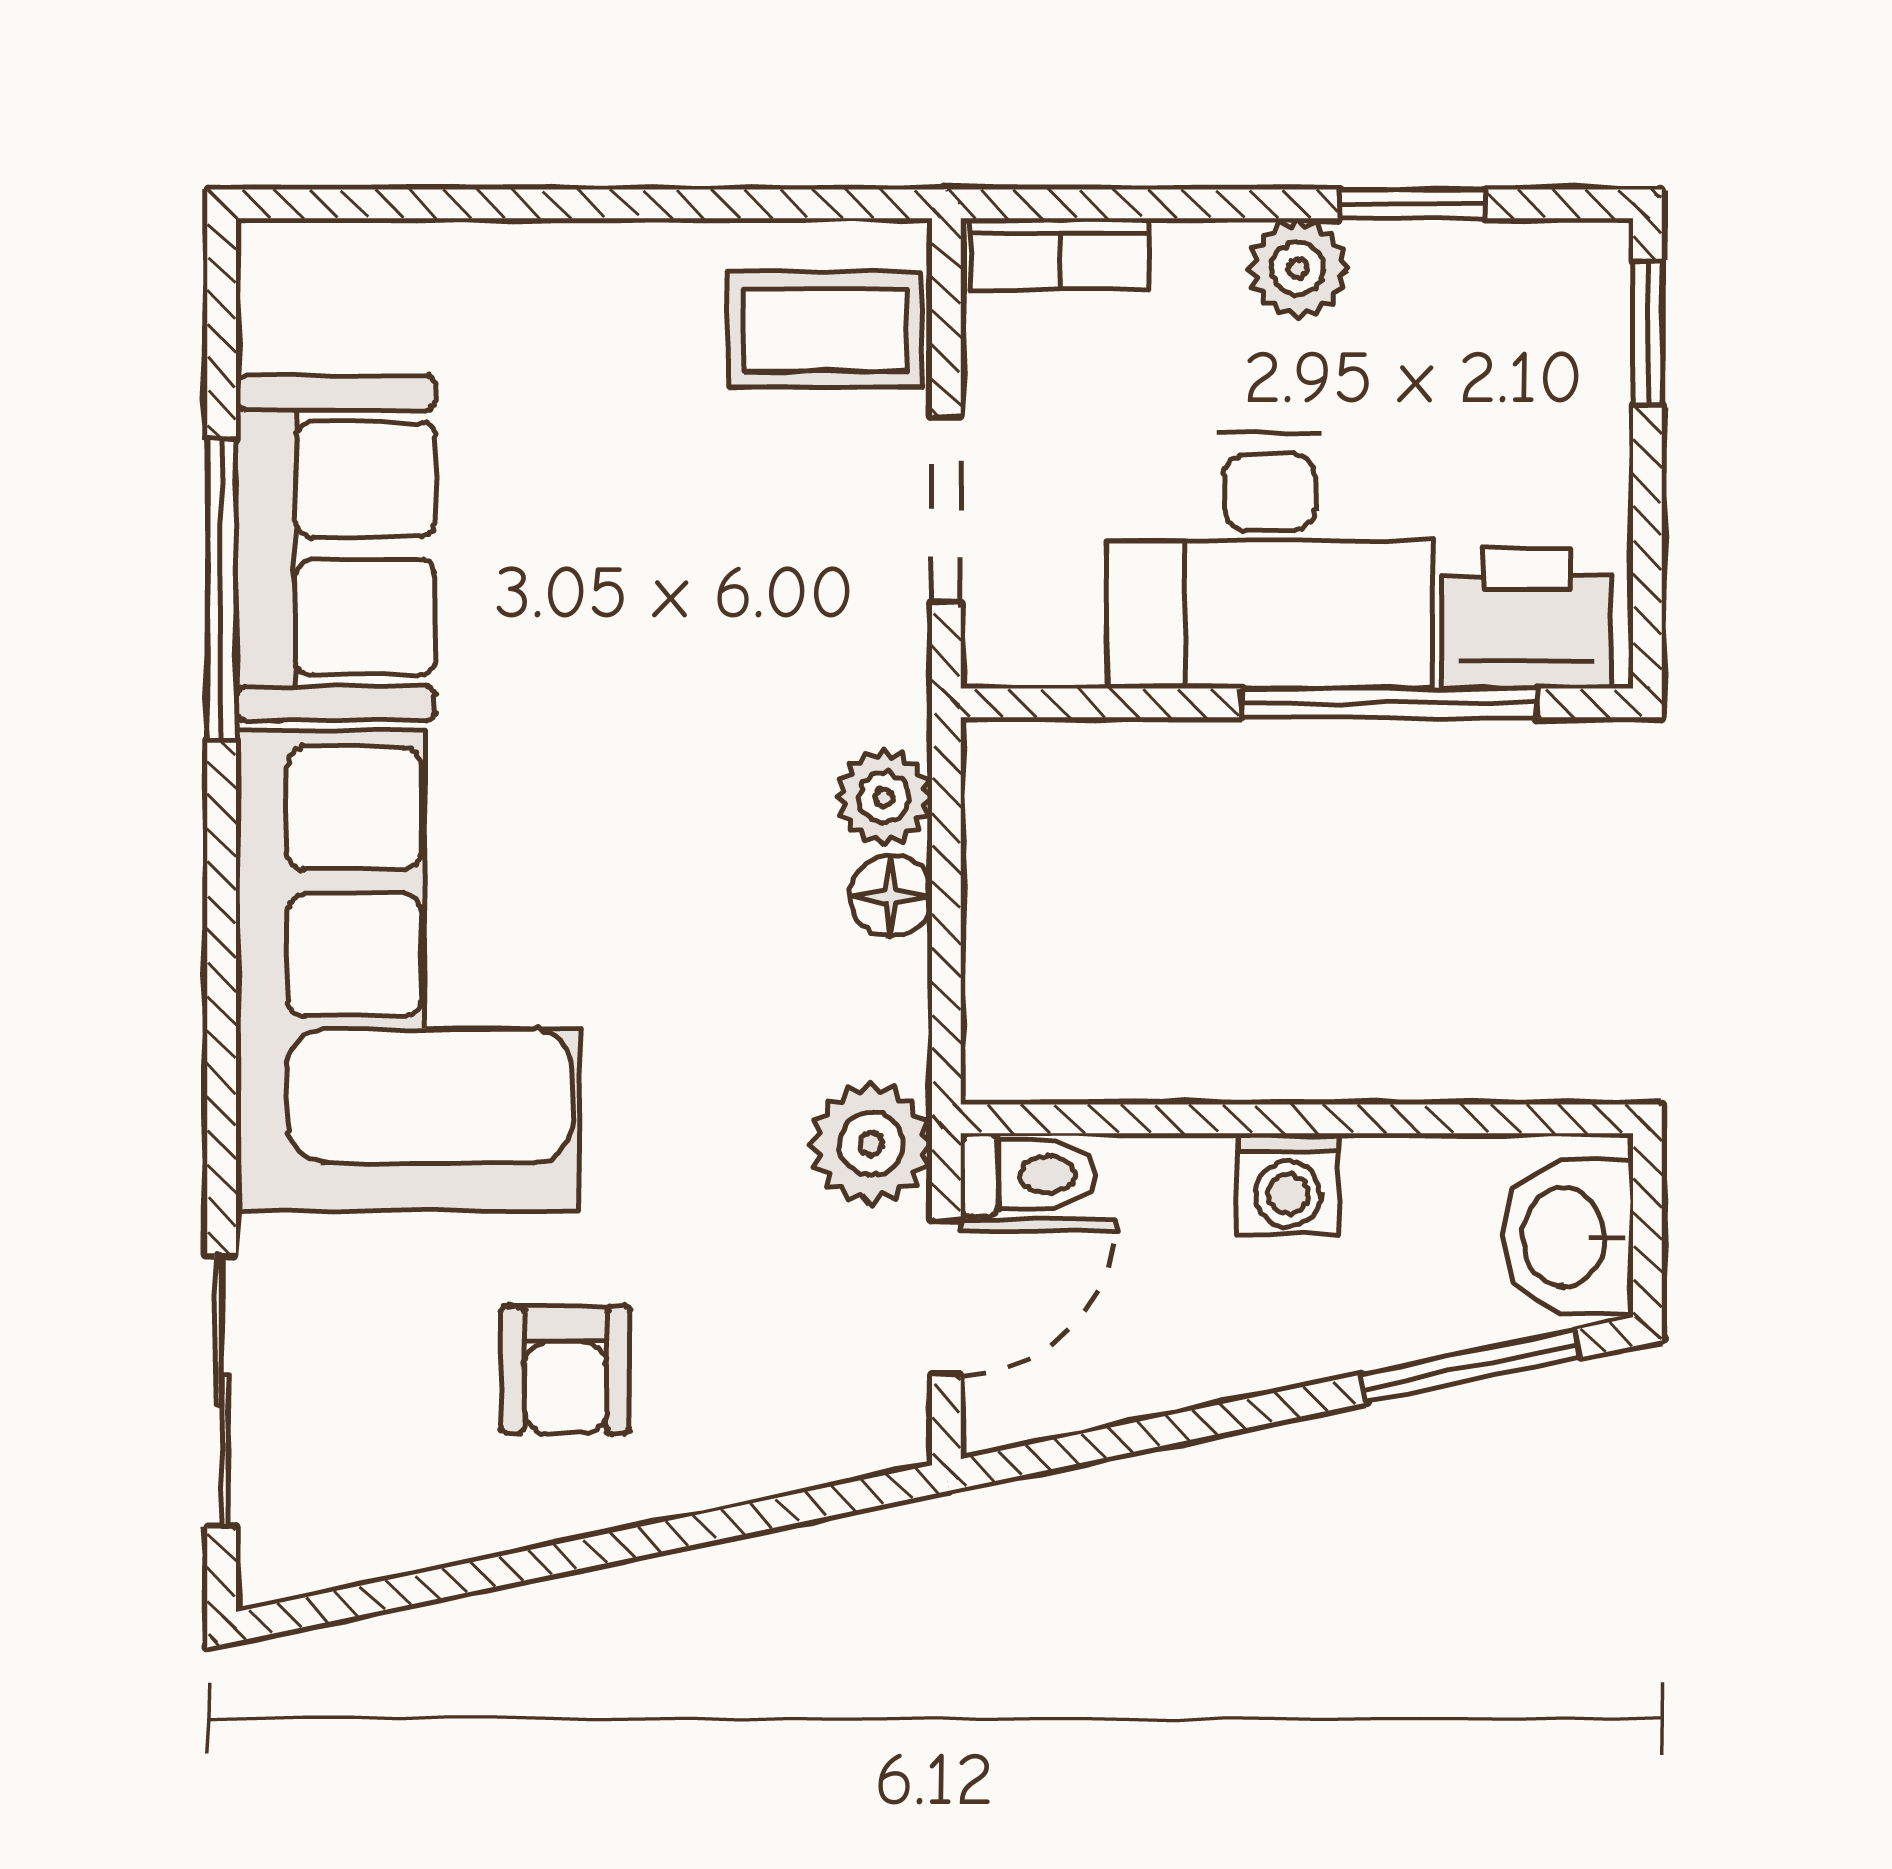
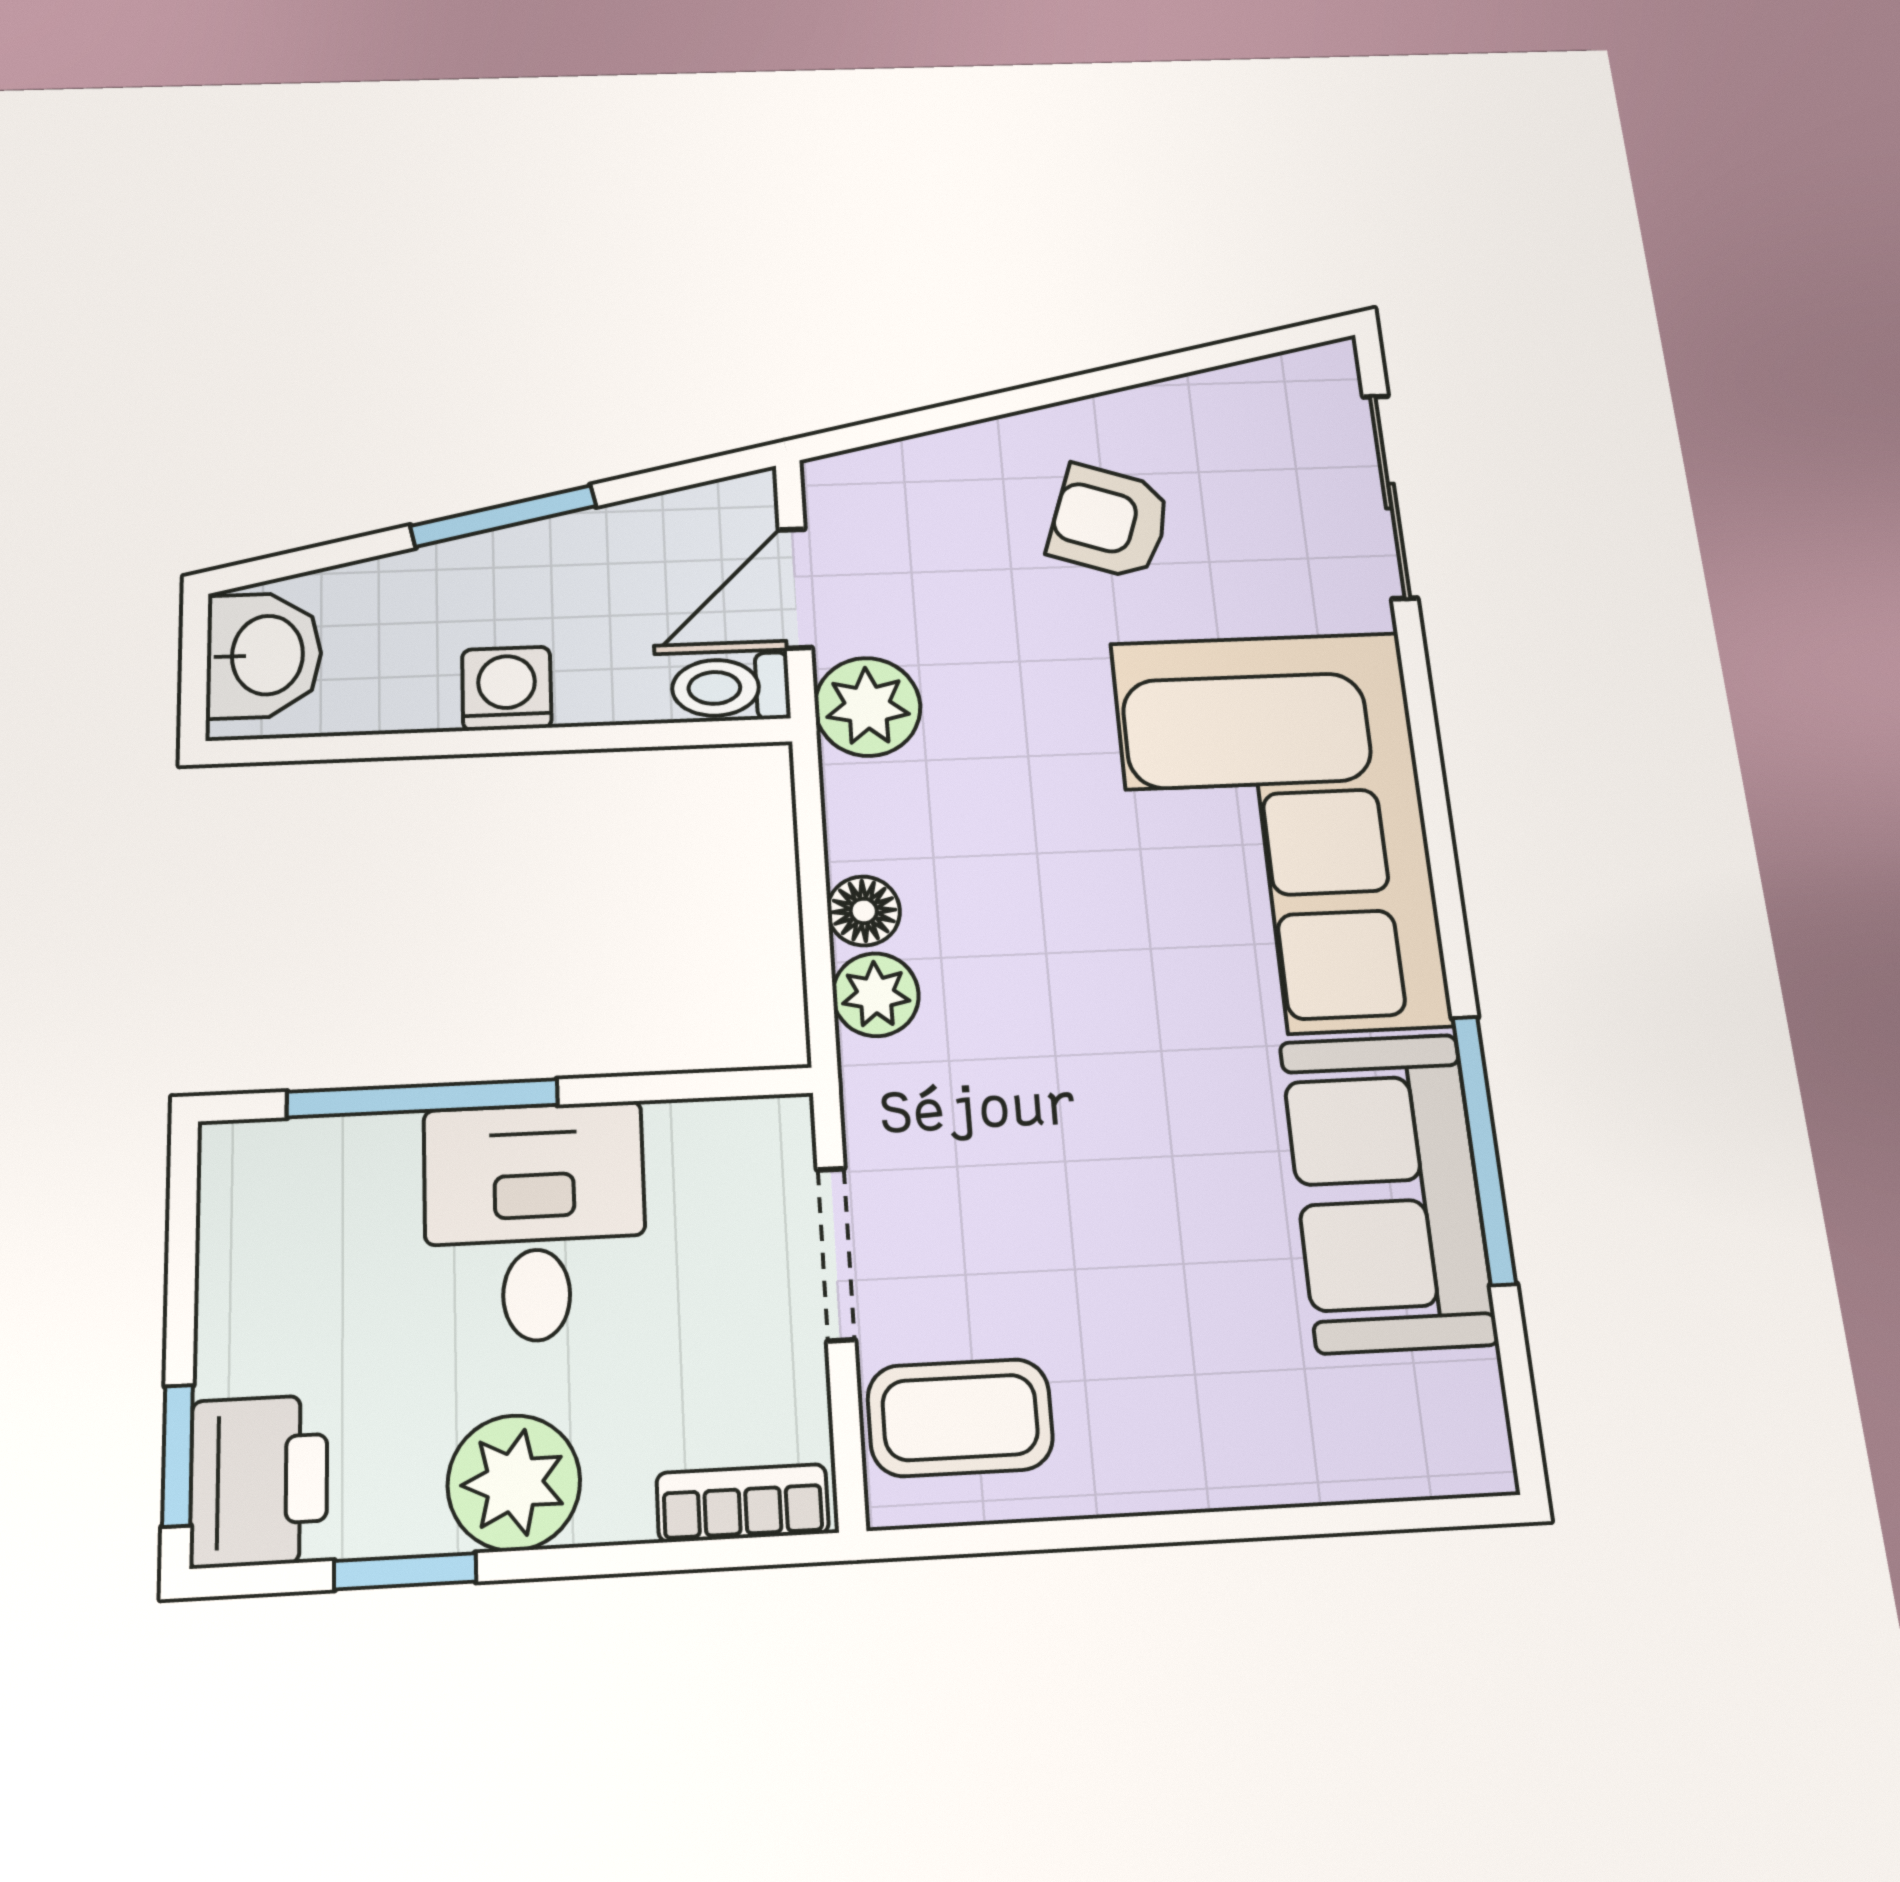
plant: (1298, 268) -> (514, 1483), width x1.38, depth x1.38
desk: (1270, 561) -> (535, 1222), width x0.73
printer: (1527, 618) -> (259, 1481), moved, turned -90
window: (1470, 1366) -> (503, 516), moved
armchair: (565, 1370) -> (1110, 522), turned -71

